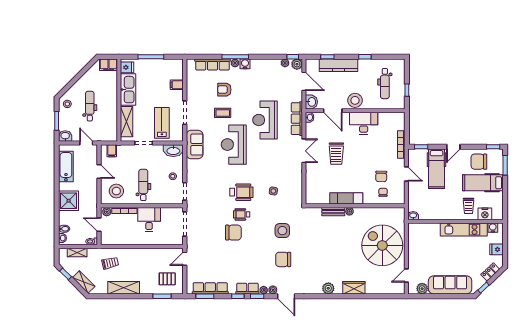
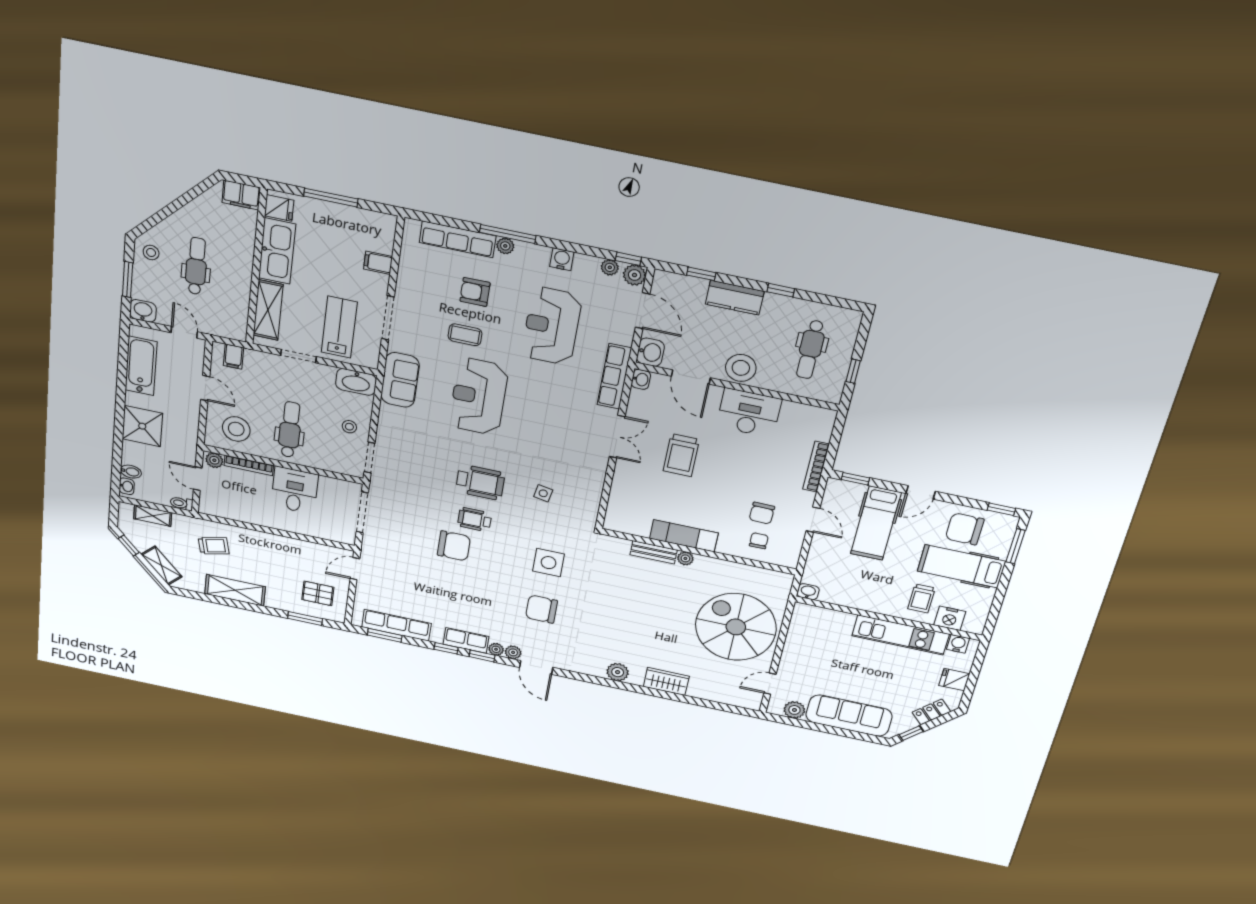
water cooler: (245, 64) -> (562, 259), moved
kitchen counter: (339, 65) -> (735, 298), width x0.67
reception desk: (265, 120) -> (552, 326), moved

